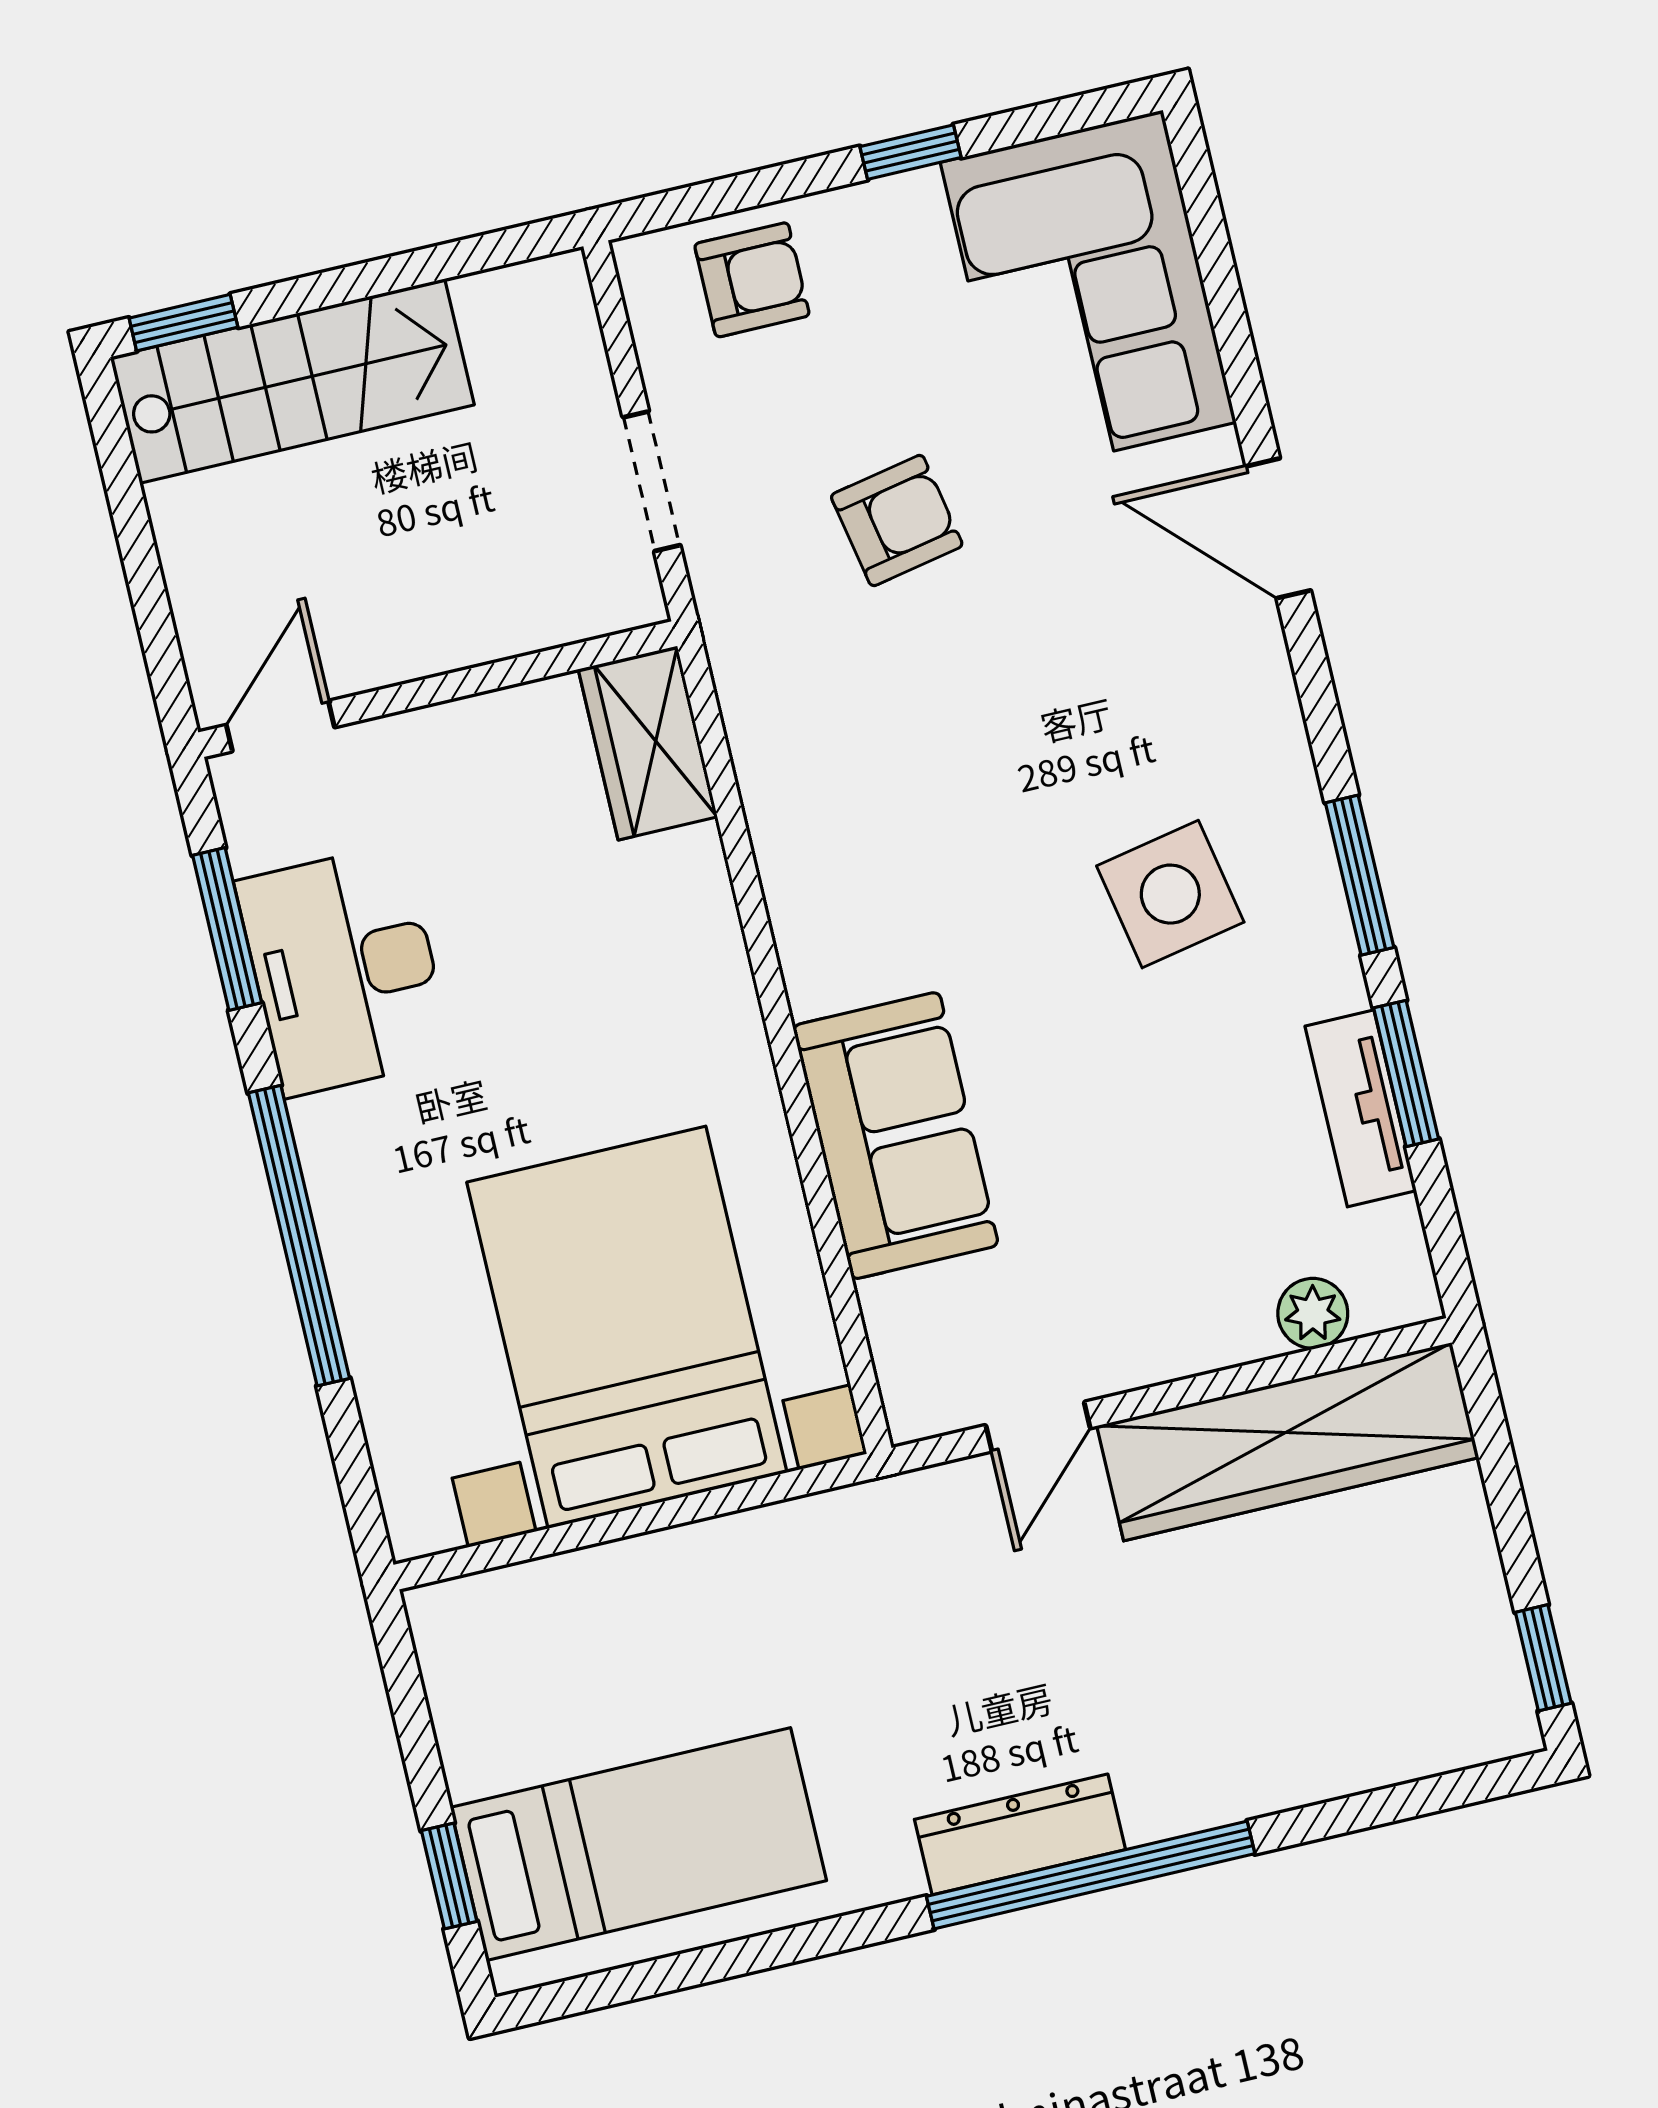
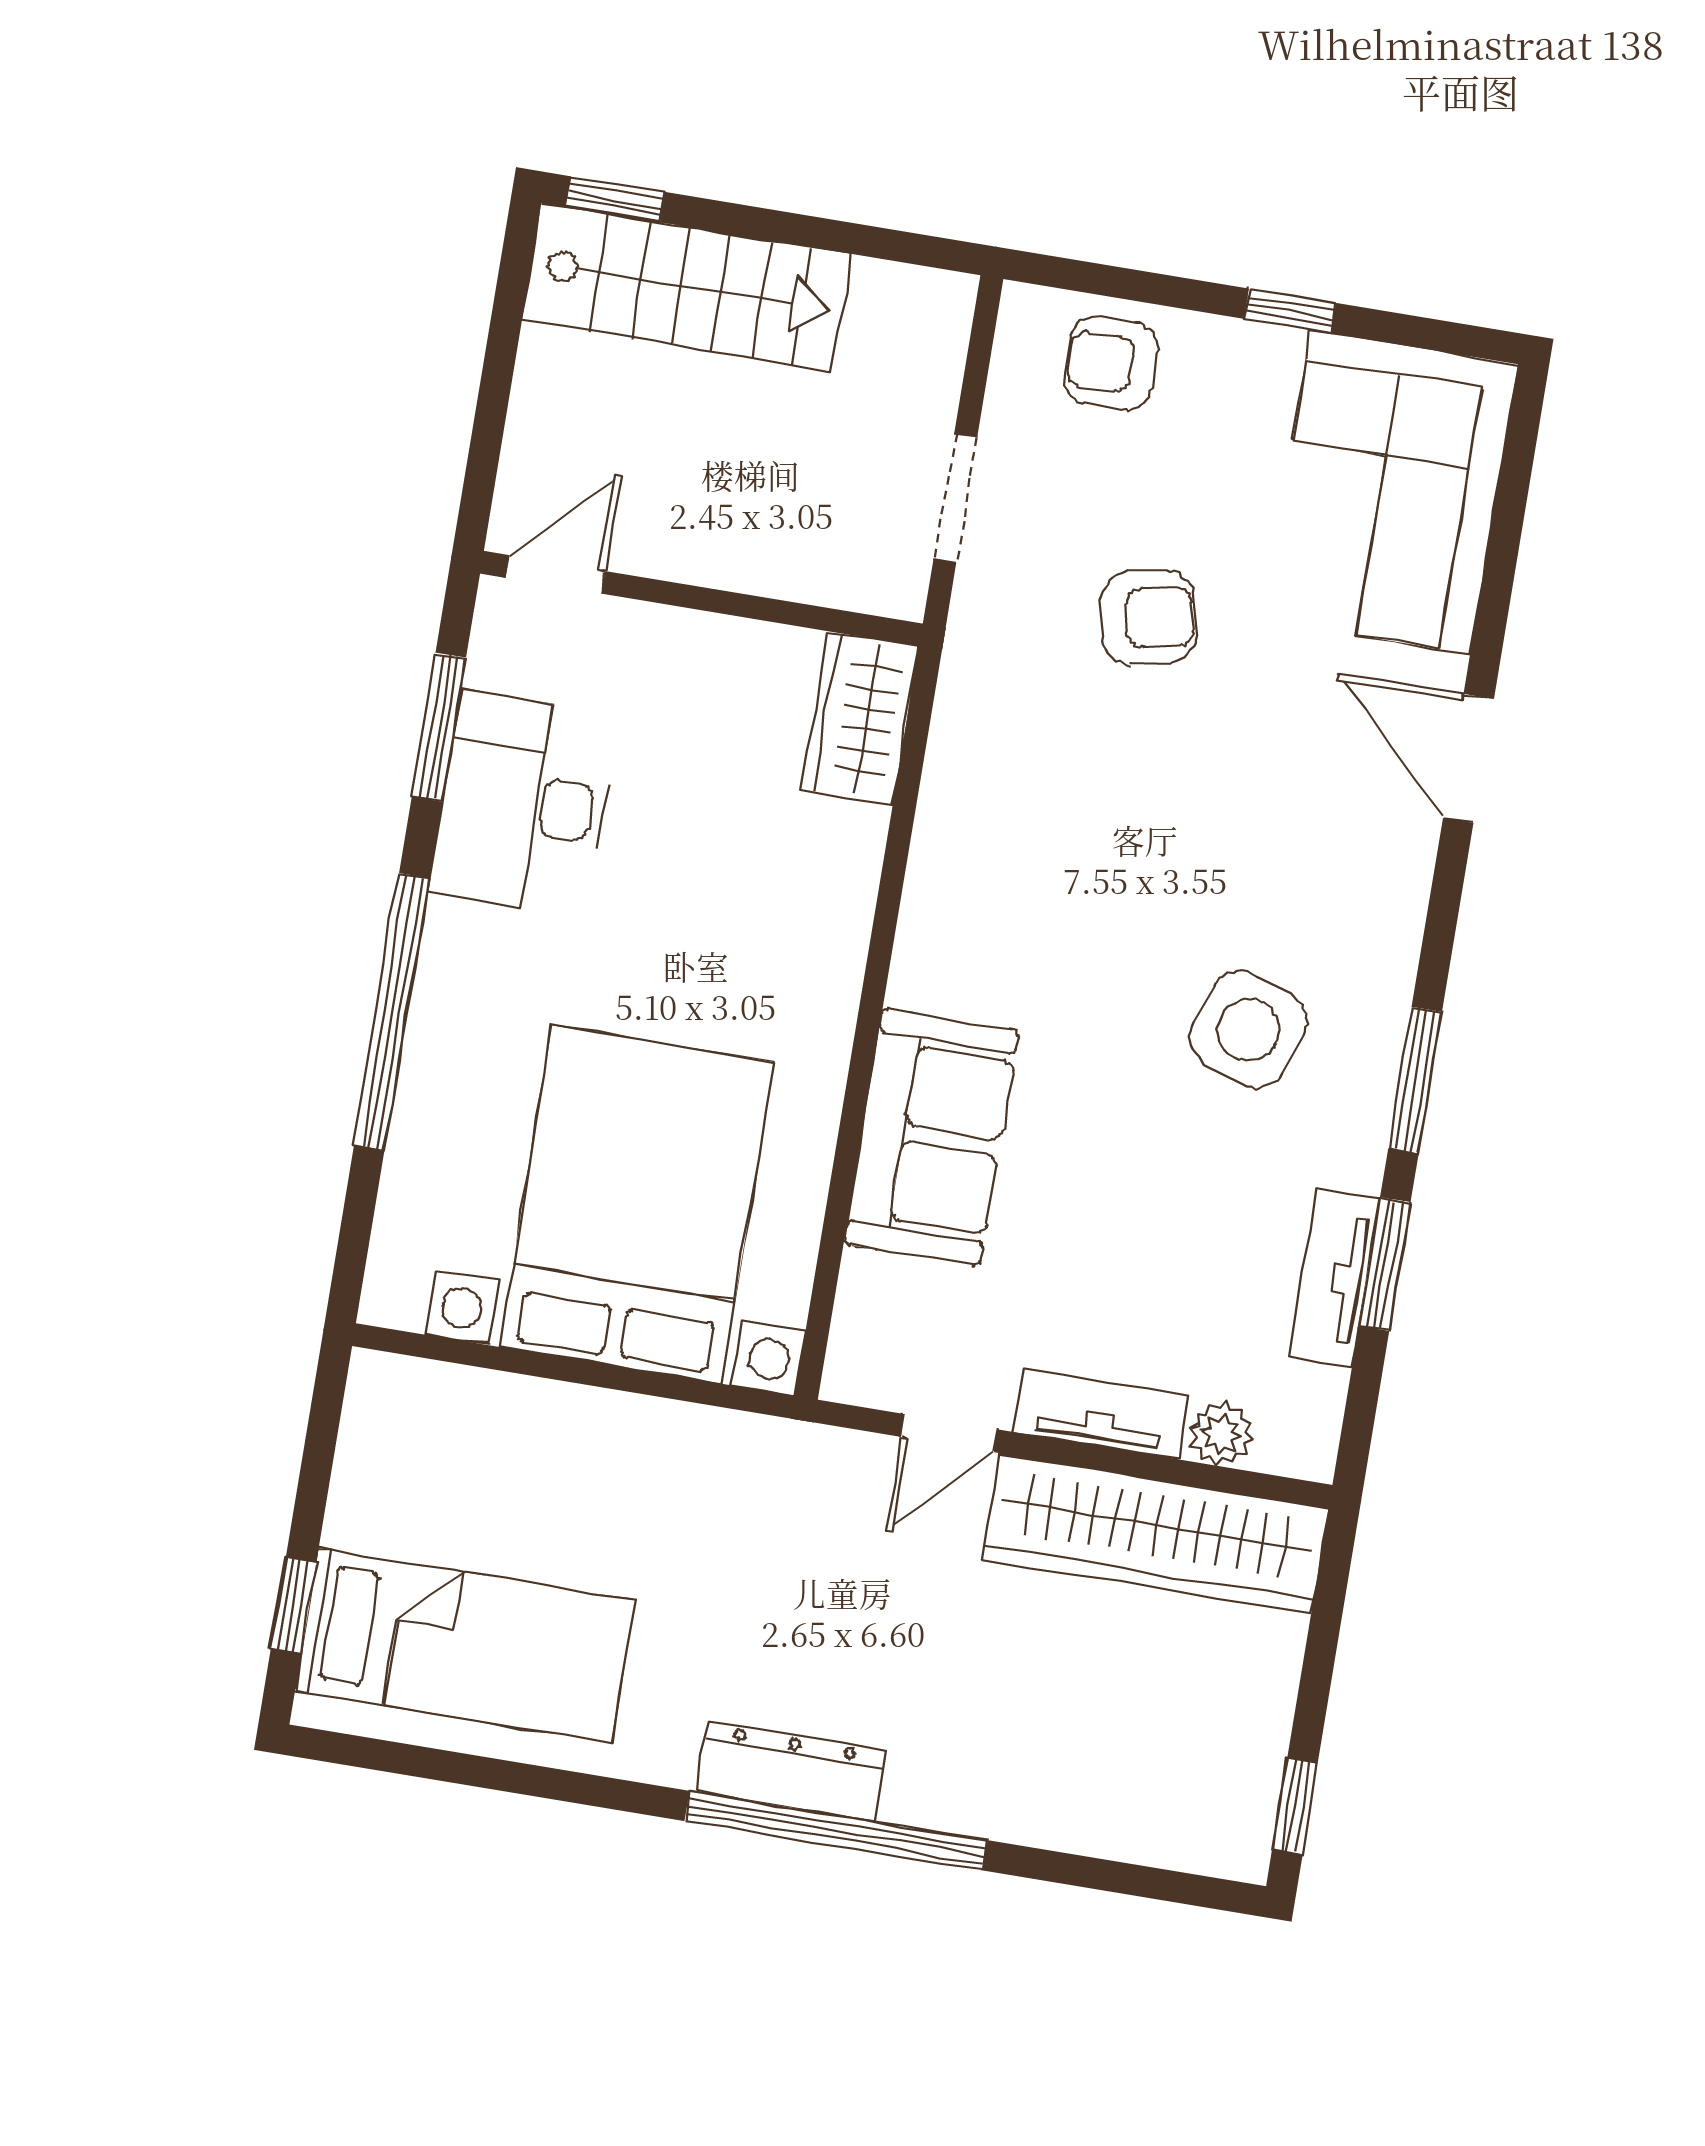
armchair: (752, 280) -> (1111, 363), turned 180
side table: (1170, 894) -> (1249, 1029), turned 31
tv unit: (1183, 1344) -> (1101, 1414), added

